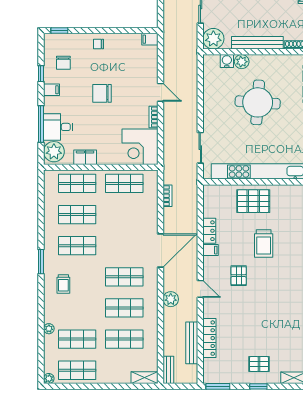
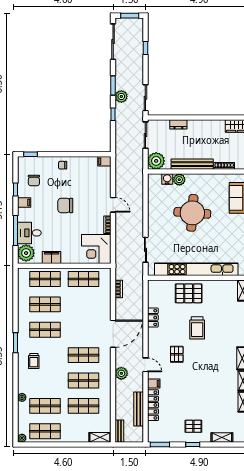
filing cabinet: (210, 250) -> (154, 384), moved

